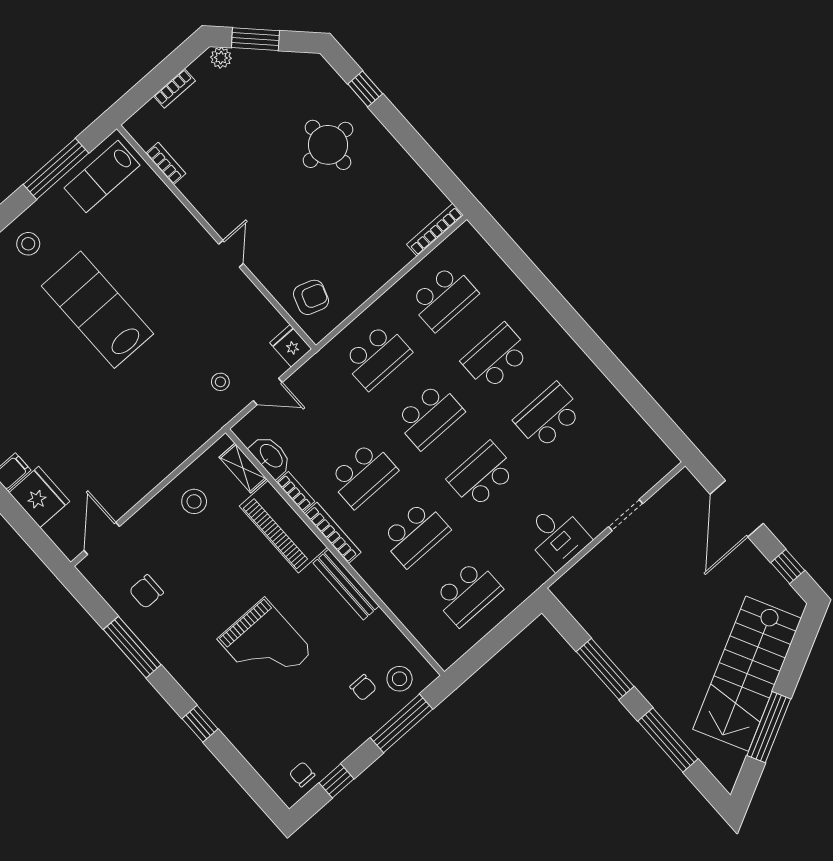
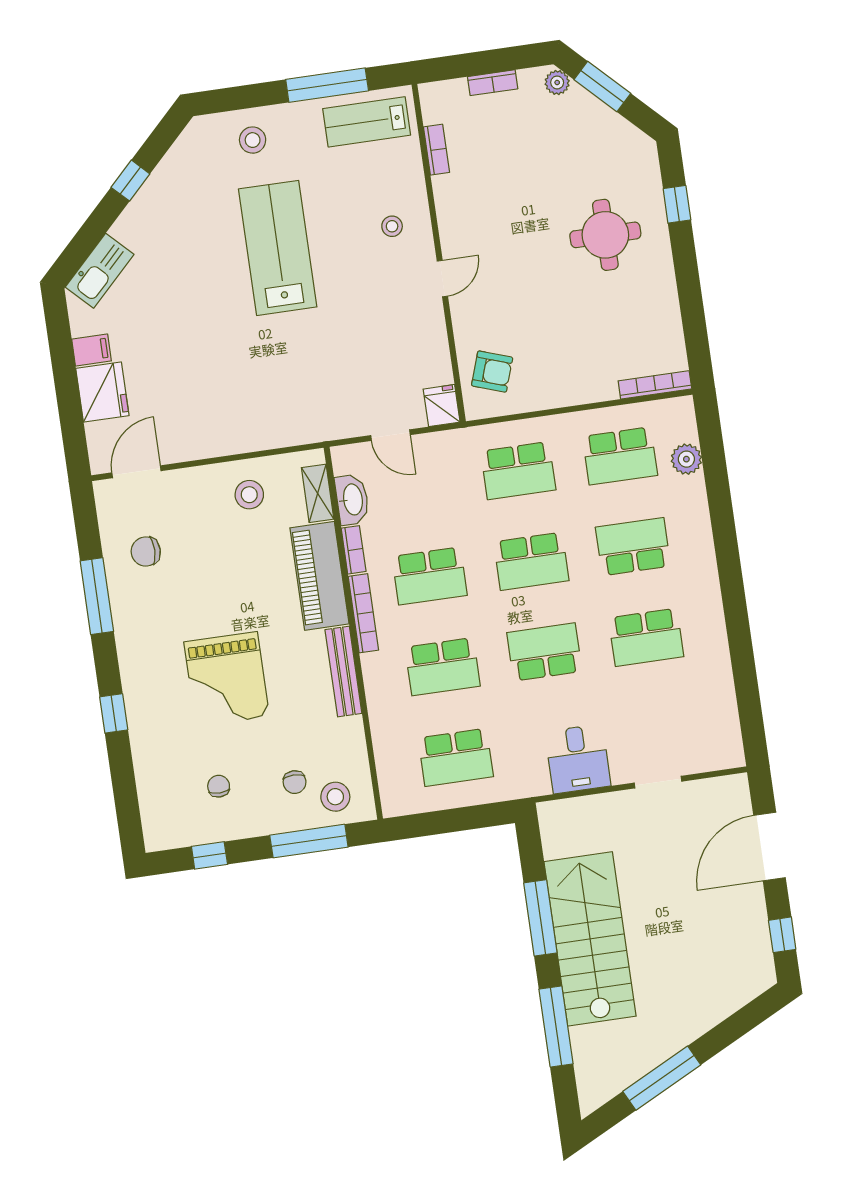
plant: (493, 268) -> (686, 459), added
stool: (220, 382) -> (392, 226), moved
school desk: (548, 416) -> (646, 637), turned 180
stairs: (747, 674) -> (590, 939), moved, turned 117
chair: (302, 774) -> (219, 786), moved

